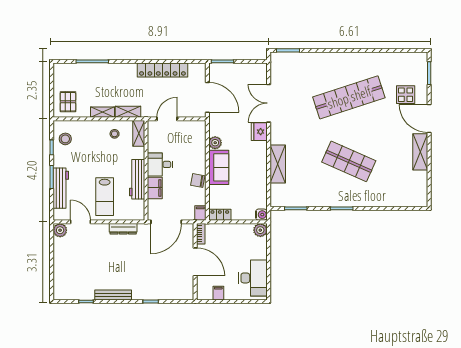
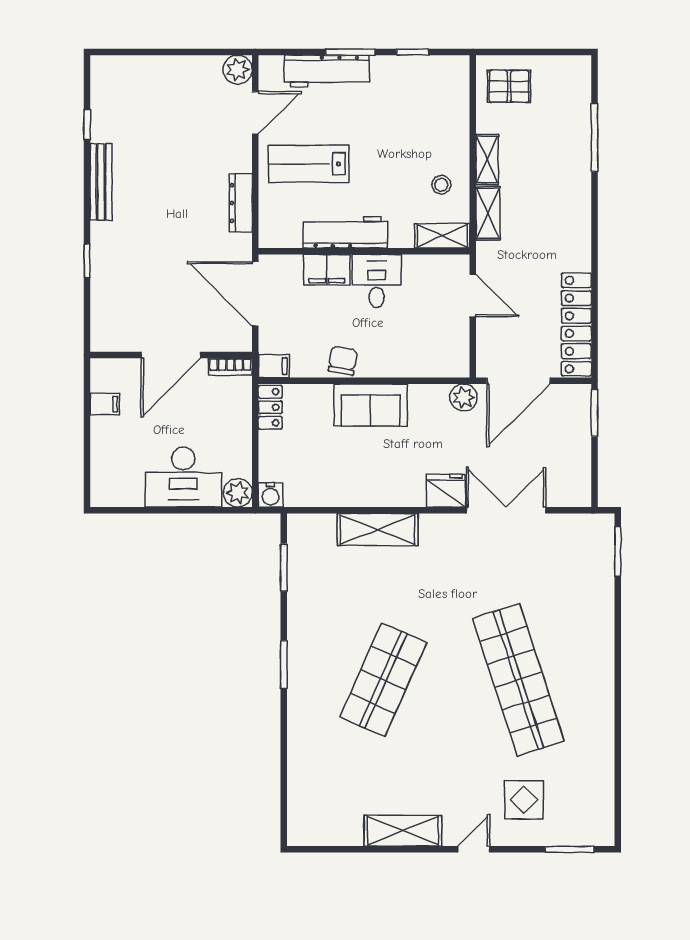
locker: (162, 70) -> (576, 325), moved
door: (429, 118) -> (474, 849), width x0.53
stool: (65, 139) -> (431, 81), removed
plant: (215, 143) -> (463, 397), moved
desk: (253, 278) -> (183, 477), moved

